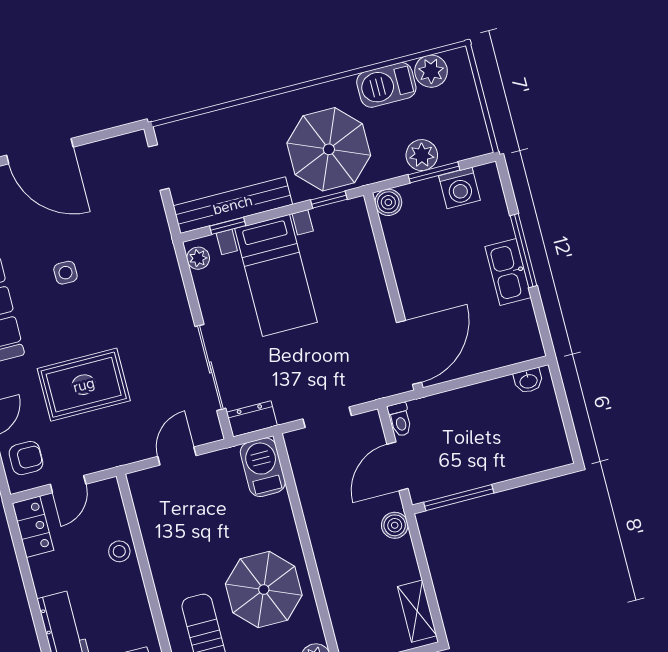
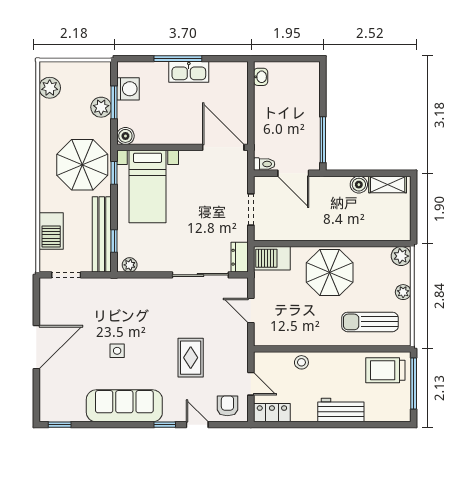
barbecue: (386, 85) -> (51, 231), moved
bed with nightstands: (276, 275) -> (148, 187), moved, turned 90
rug: (84, 385) -> (191, 358), width x0.73, depth x0.70
boiler: (395, 525) -> (359, 185), moved
parasol: (264, 589) -> (330, 273), moved

